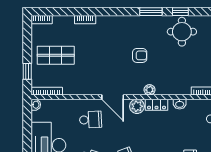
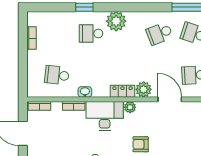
desk: (173, 82) -> (105, 116), added
washbasin: (180, 104) -> (85, 92), moved

